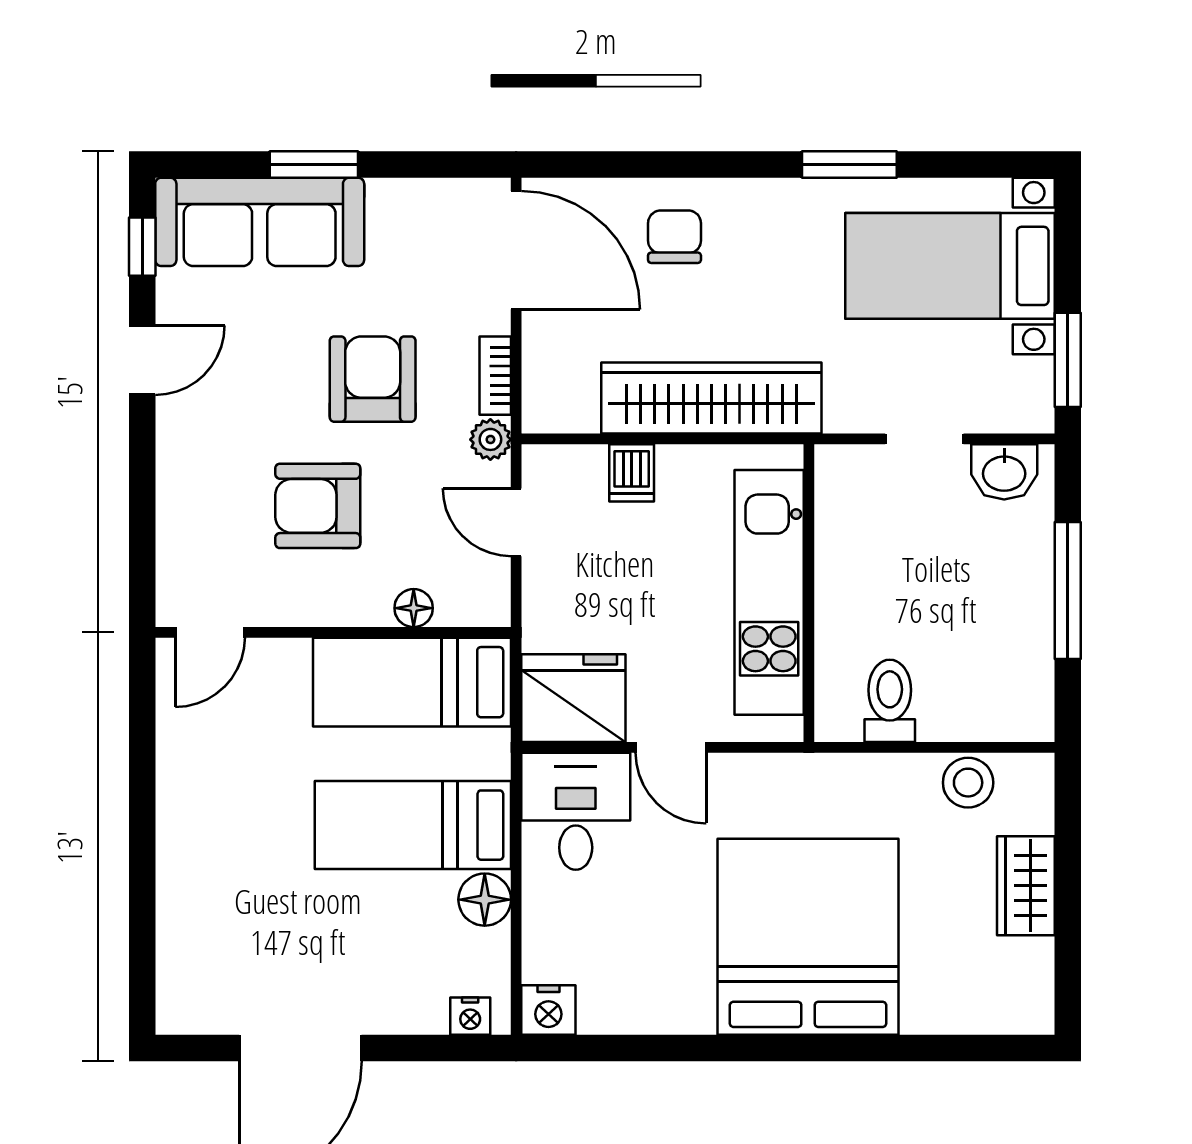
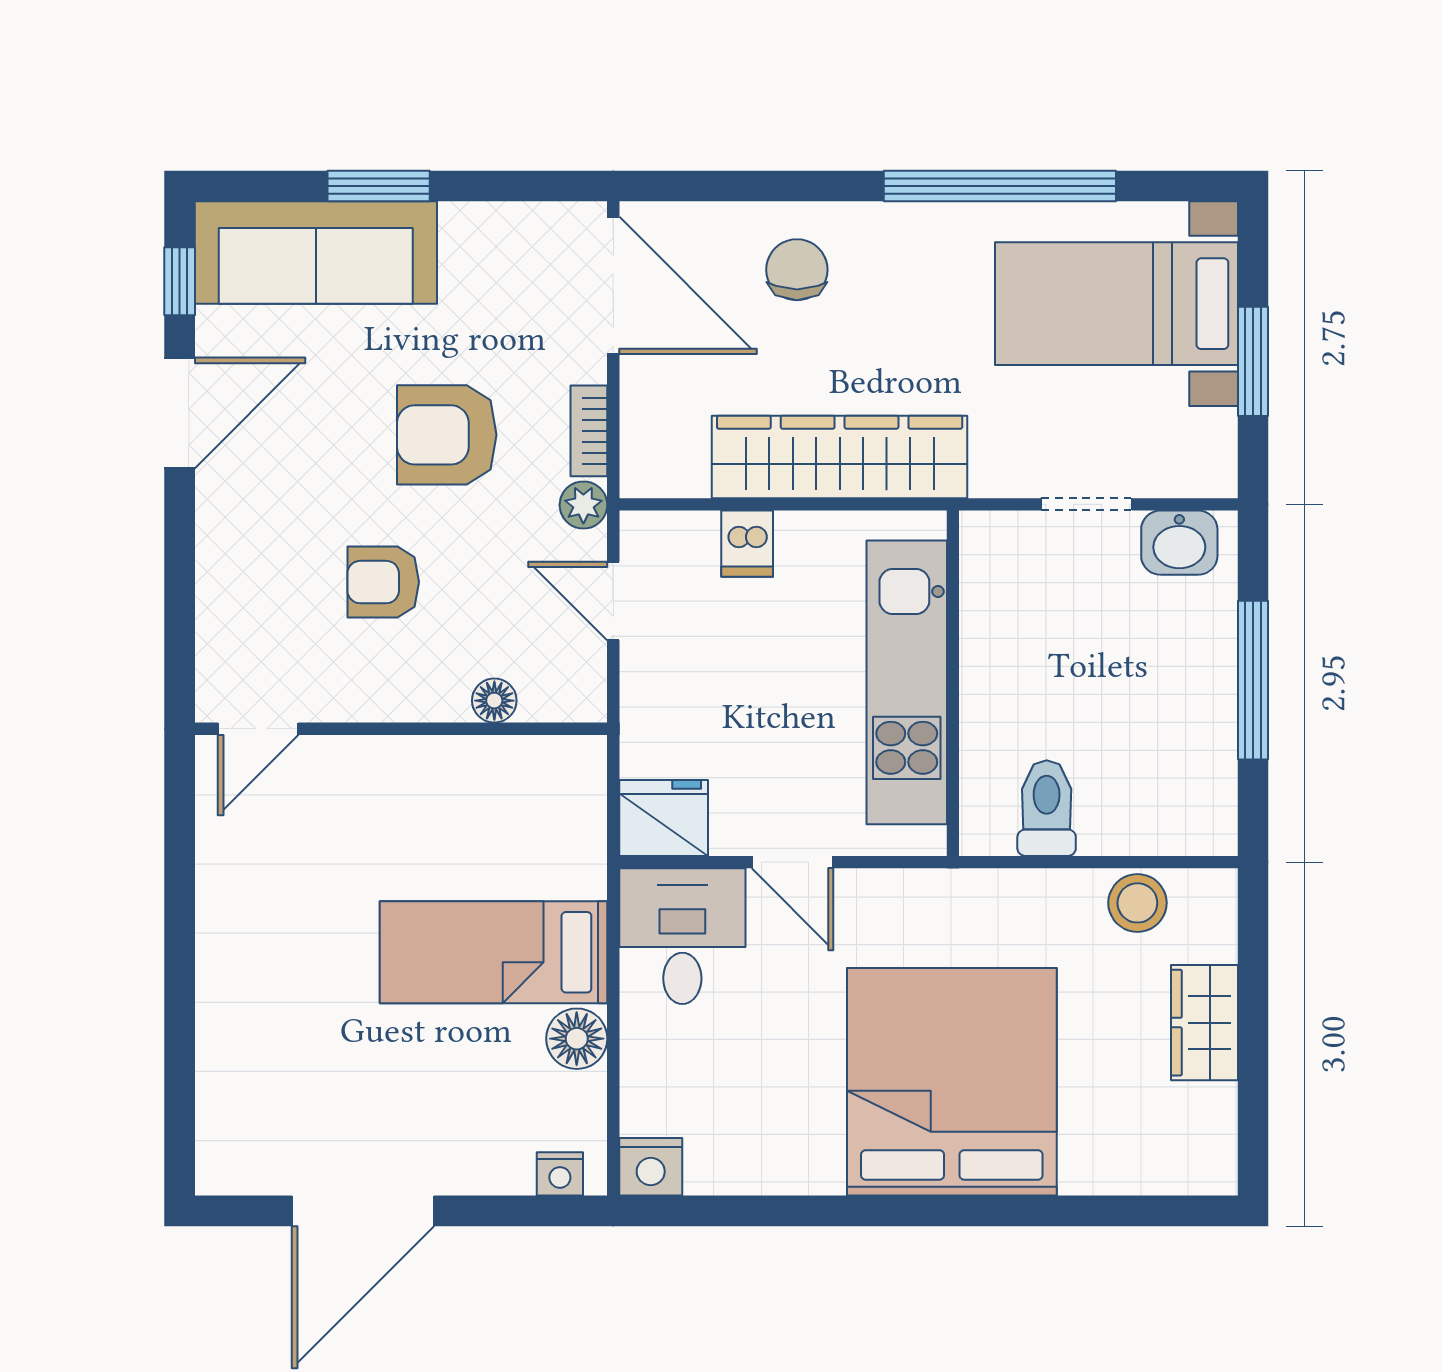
window: (849, 164) -> (1000, 186), width x2.11
door: (142, 360) -> (180, 413), width x1.38
window: (1068, 360) -> (1253, 361), moved
armchair: (373, 379) -> (447, 435), turned -90
armchair: (318, 506) -> (383, 582), width x0.72, depth x0.72
bed: (412, 682) -> (492, 786), removed
fridge: (573, 698) -> (664, 818), width x0.73, depth x0.75

